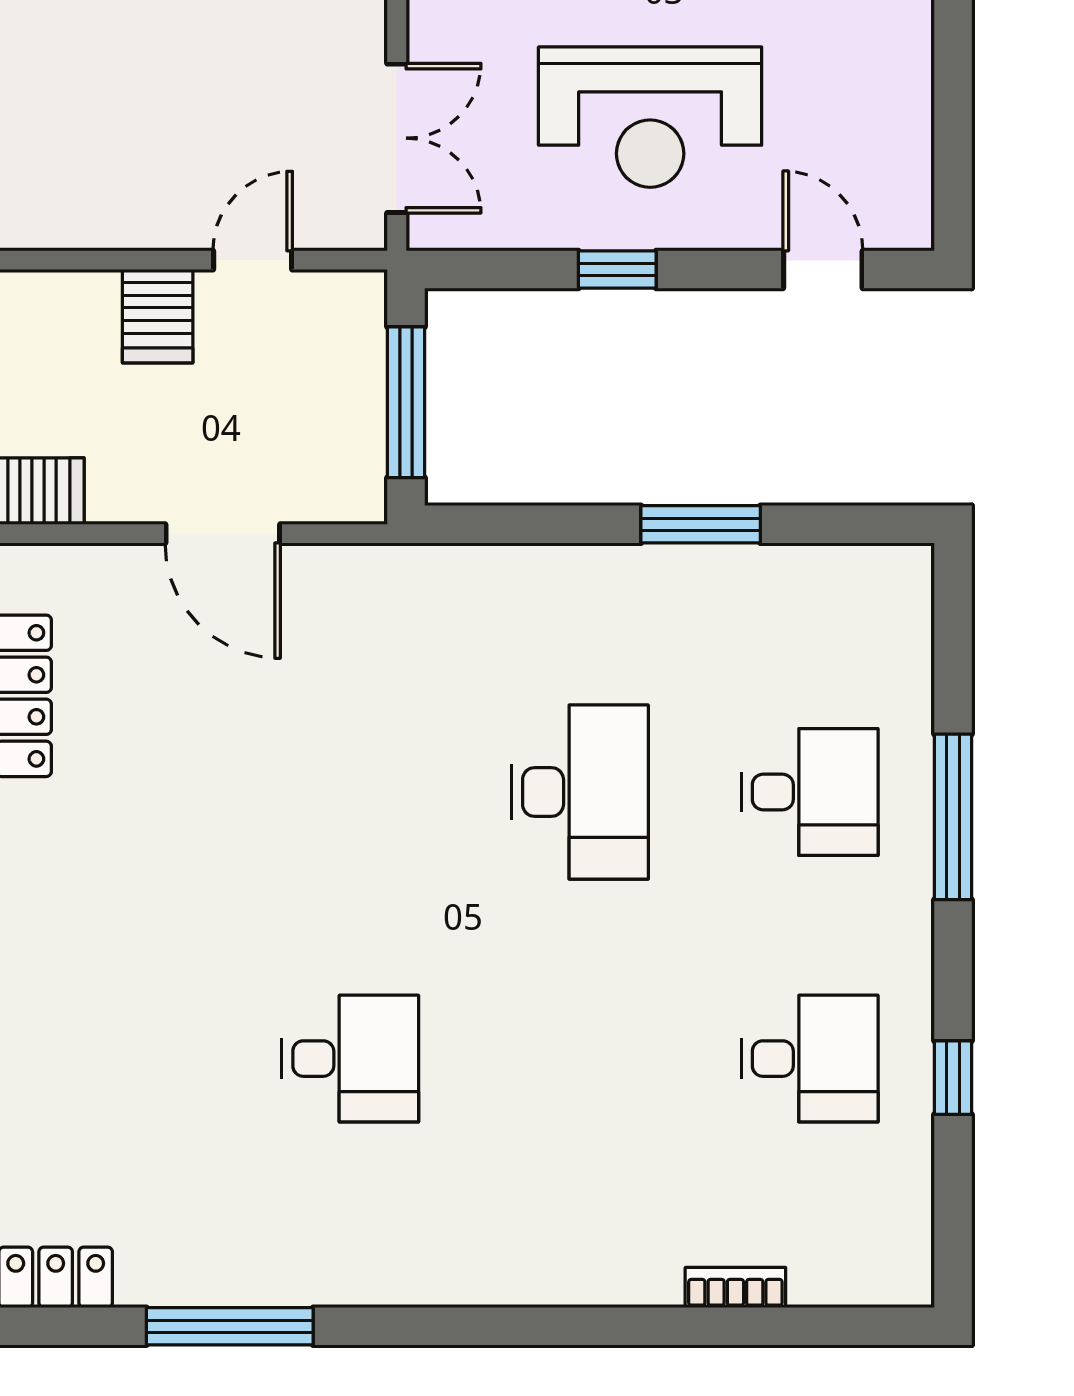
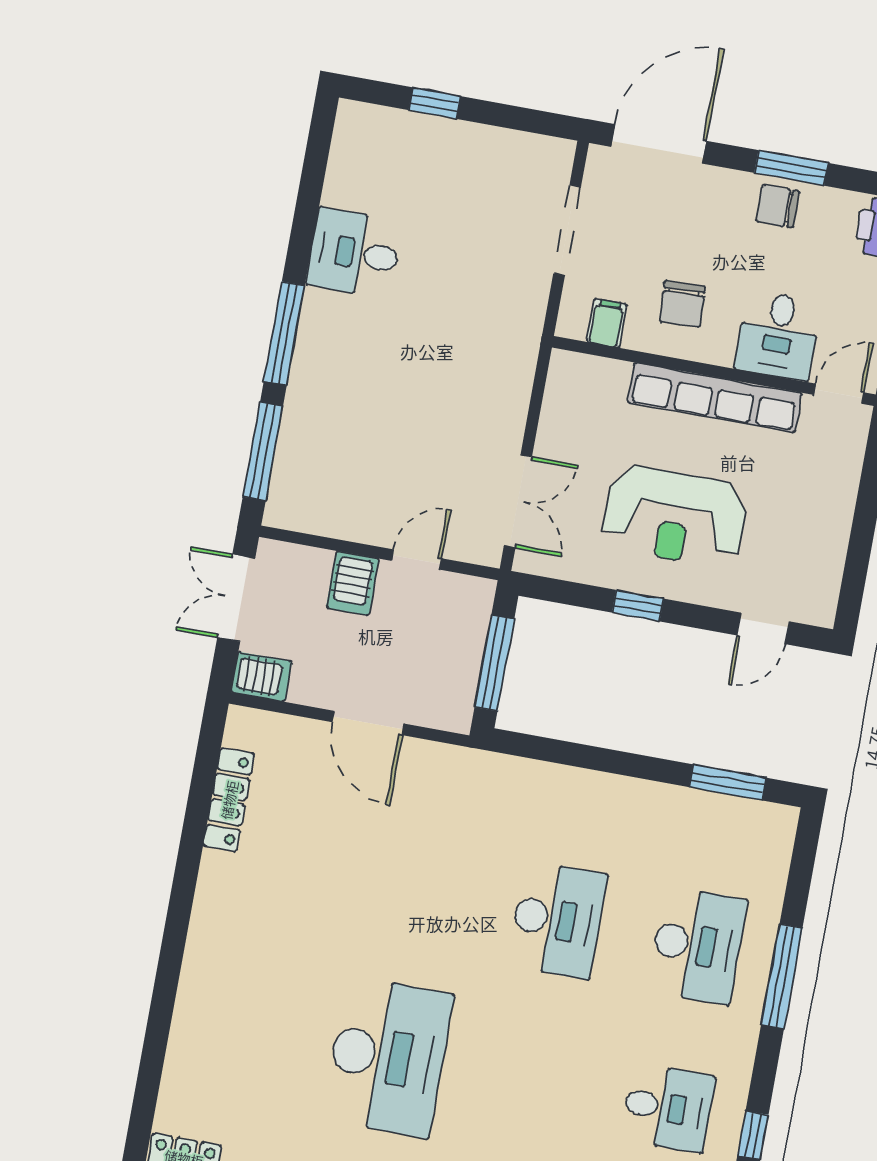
door: (823, 269) -> (763, 628), swing flipped
window: (701, 524) -> (728, 782), moved
desk: (810, 792) -> (697, 945), width x1.37
desk: (350, 1059) -> (388, 1057), width x1.87, depth x1.30

